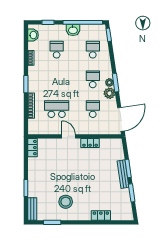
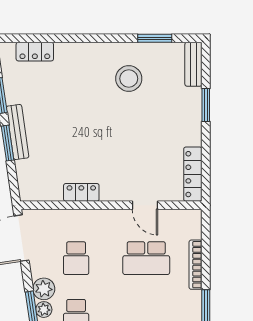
door: (69, 136) -> (145, 205), moved
locker: (33, 148) -> (193, 174), width x1.53
locker: (101, 216) -> (35, 52), moved

